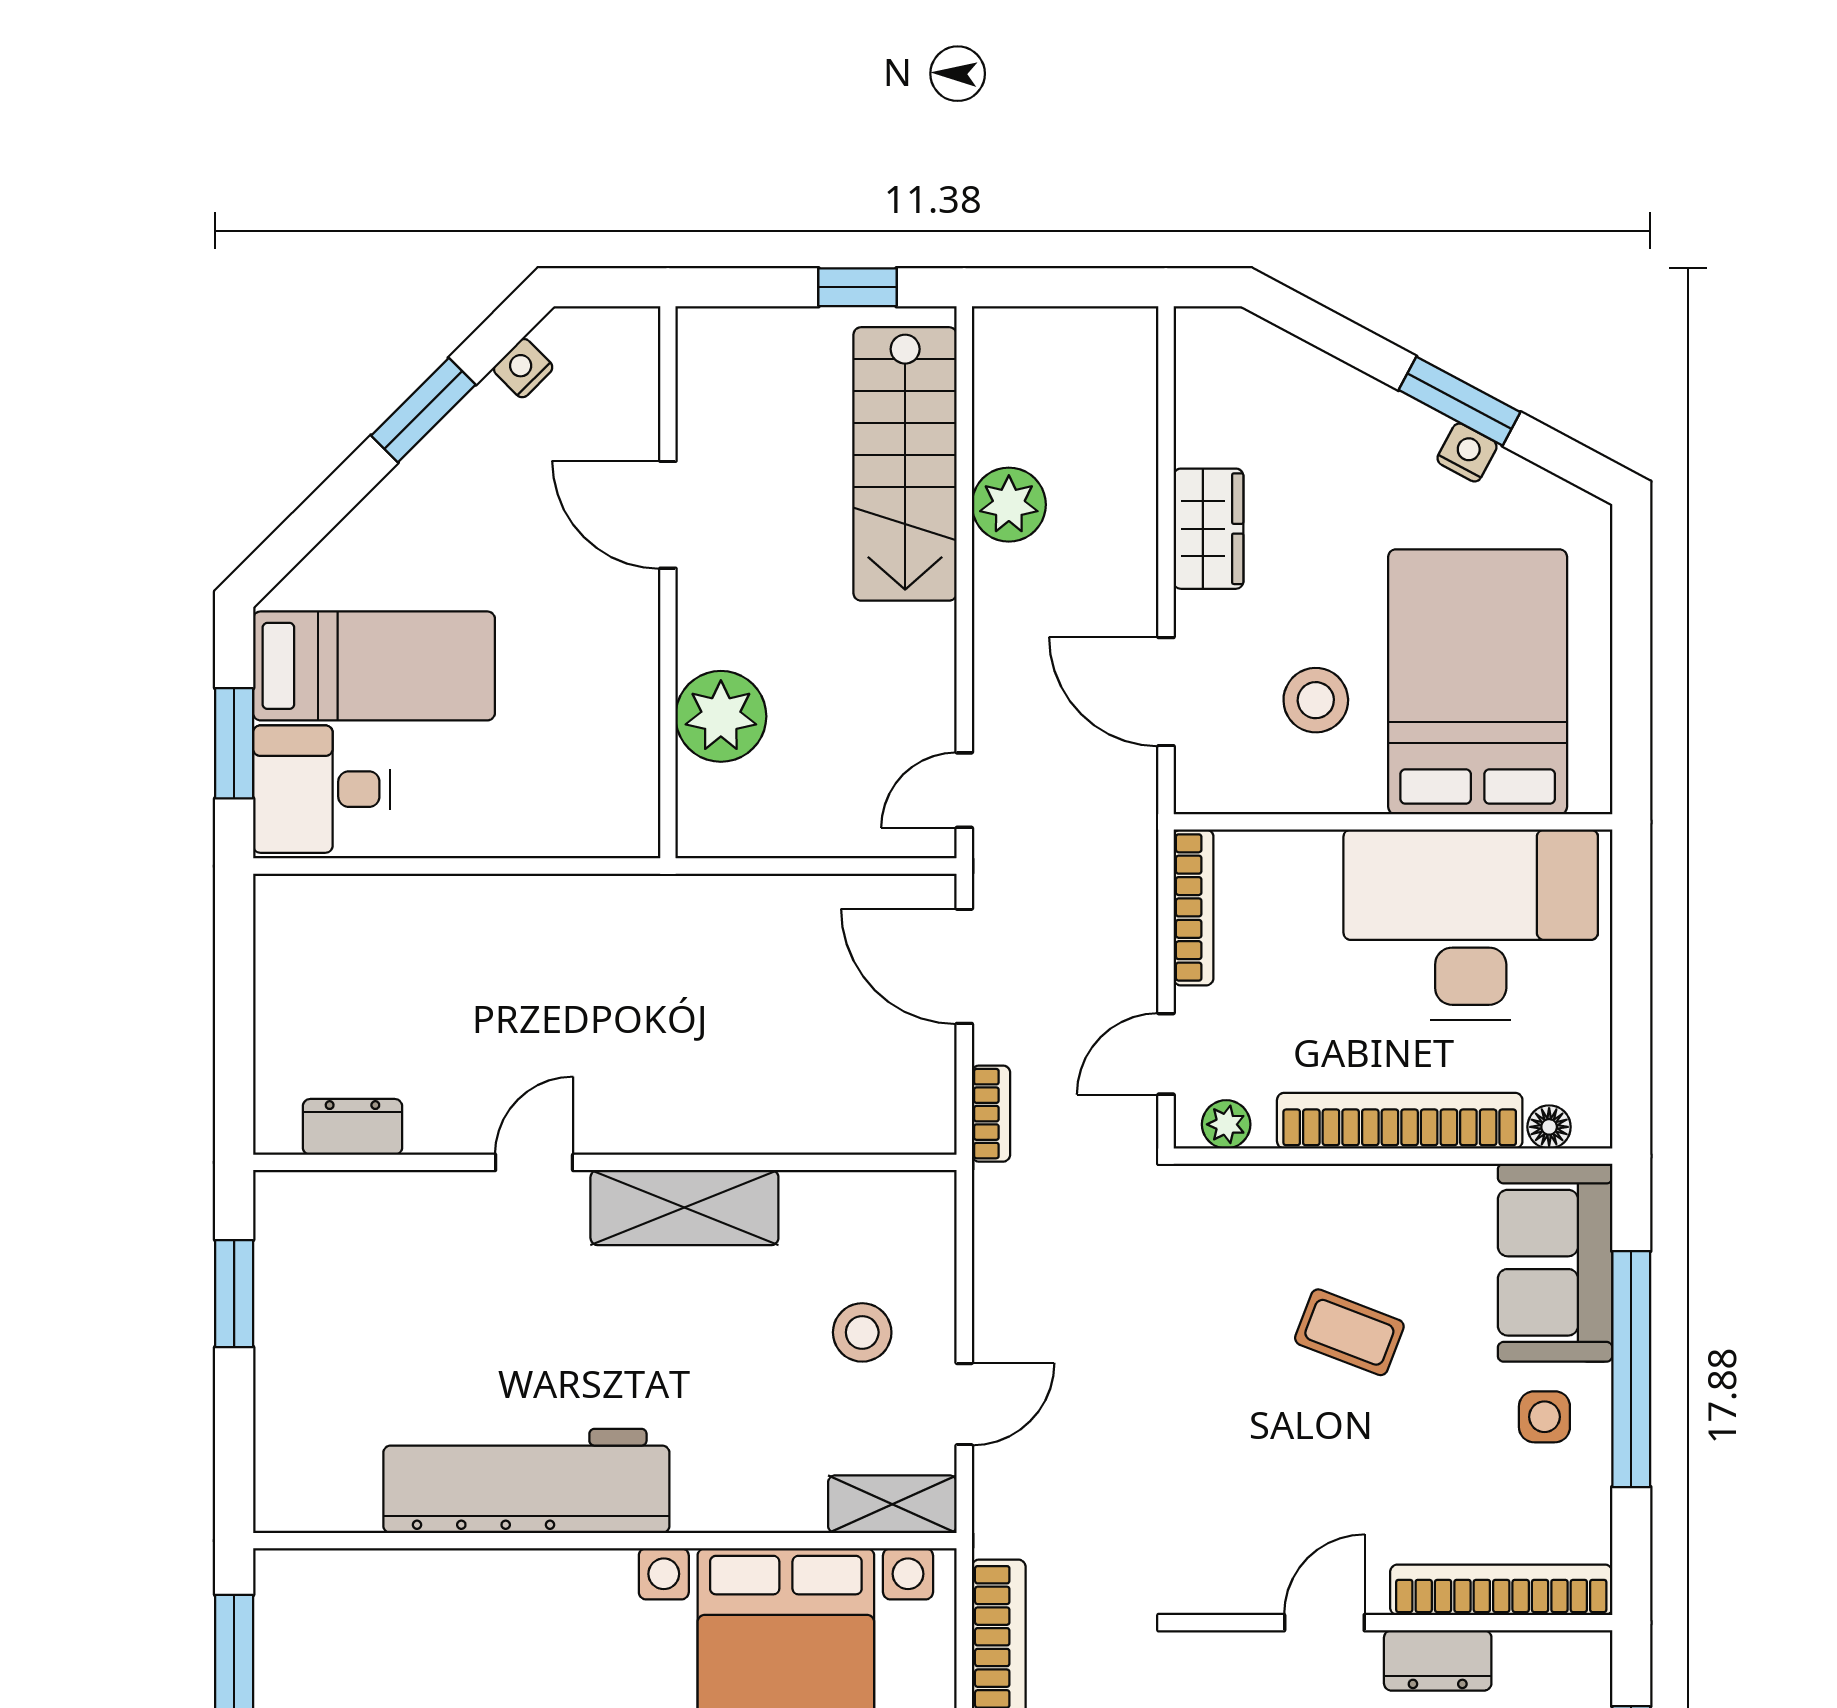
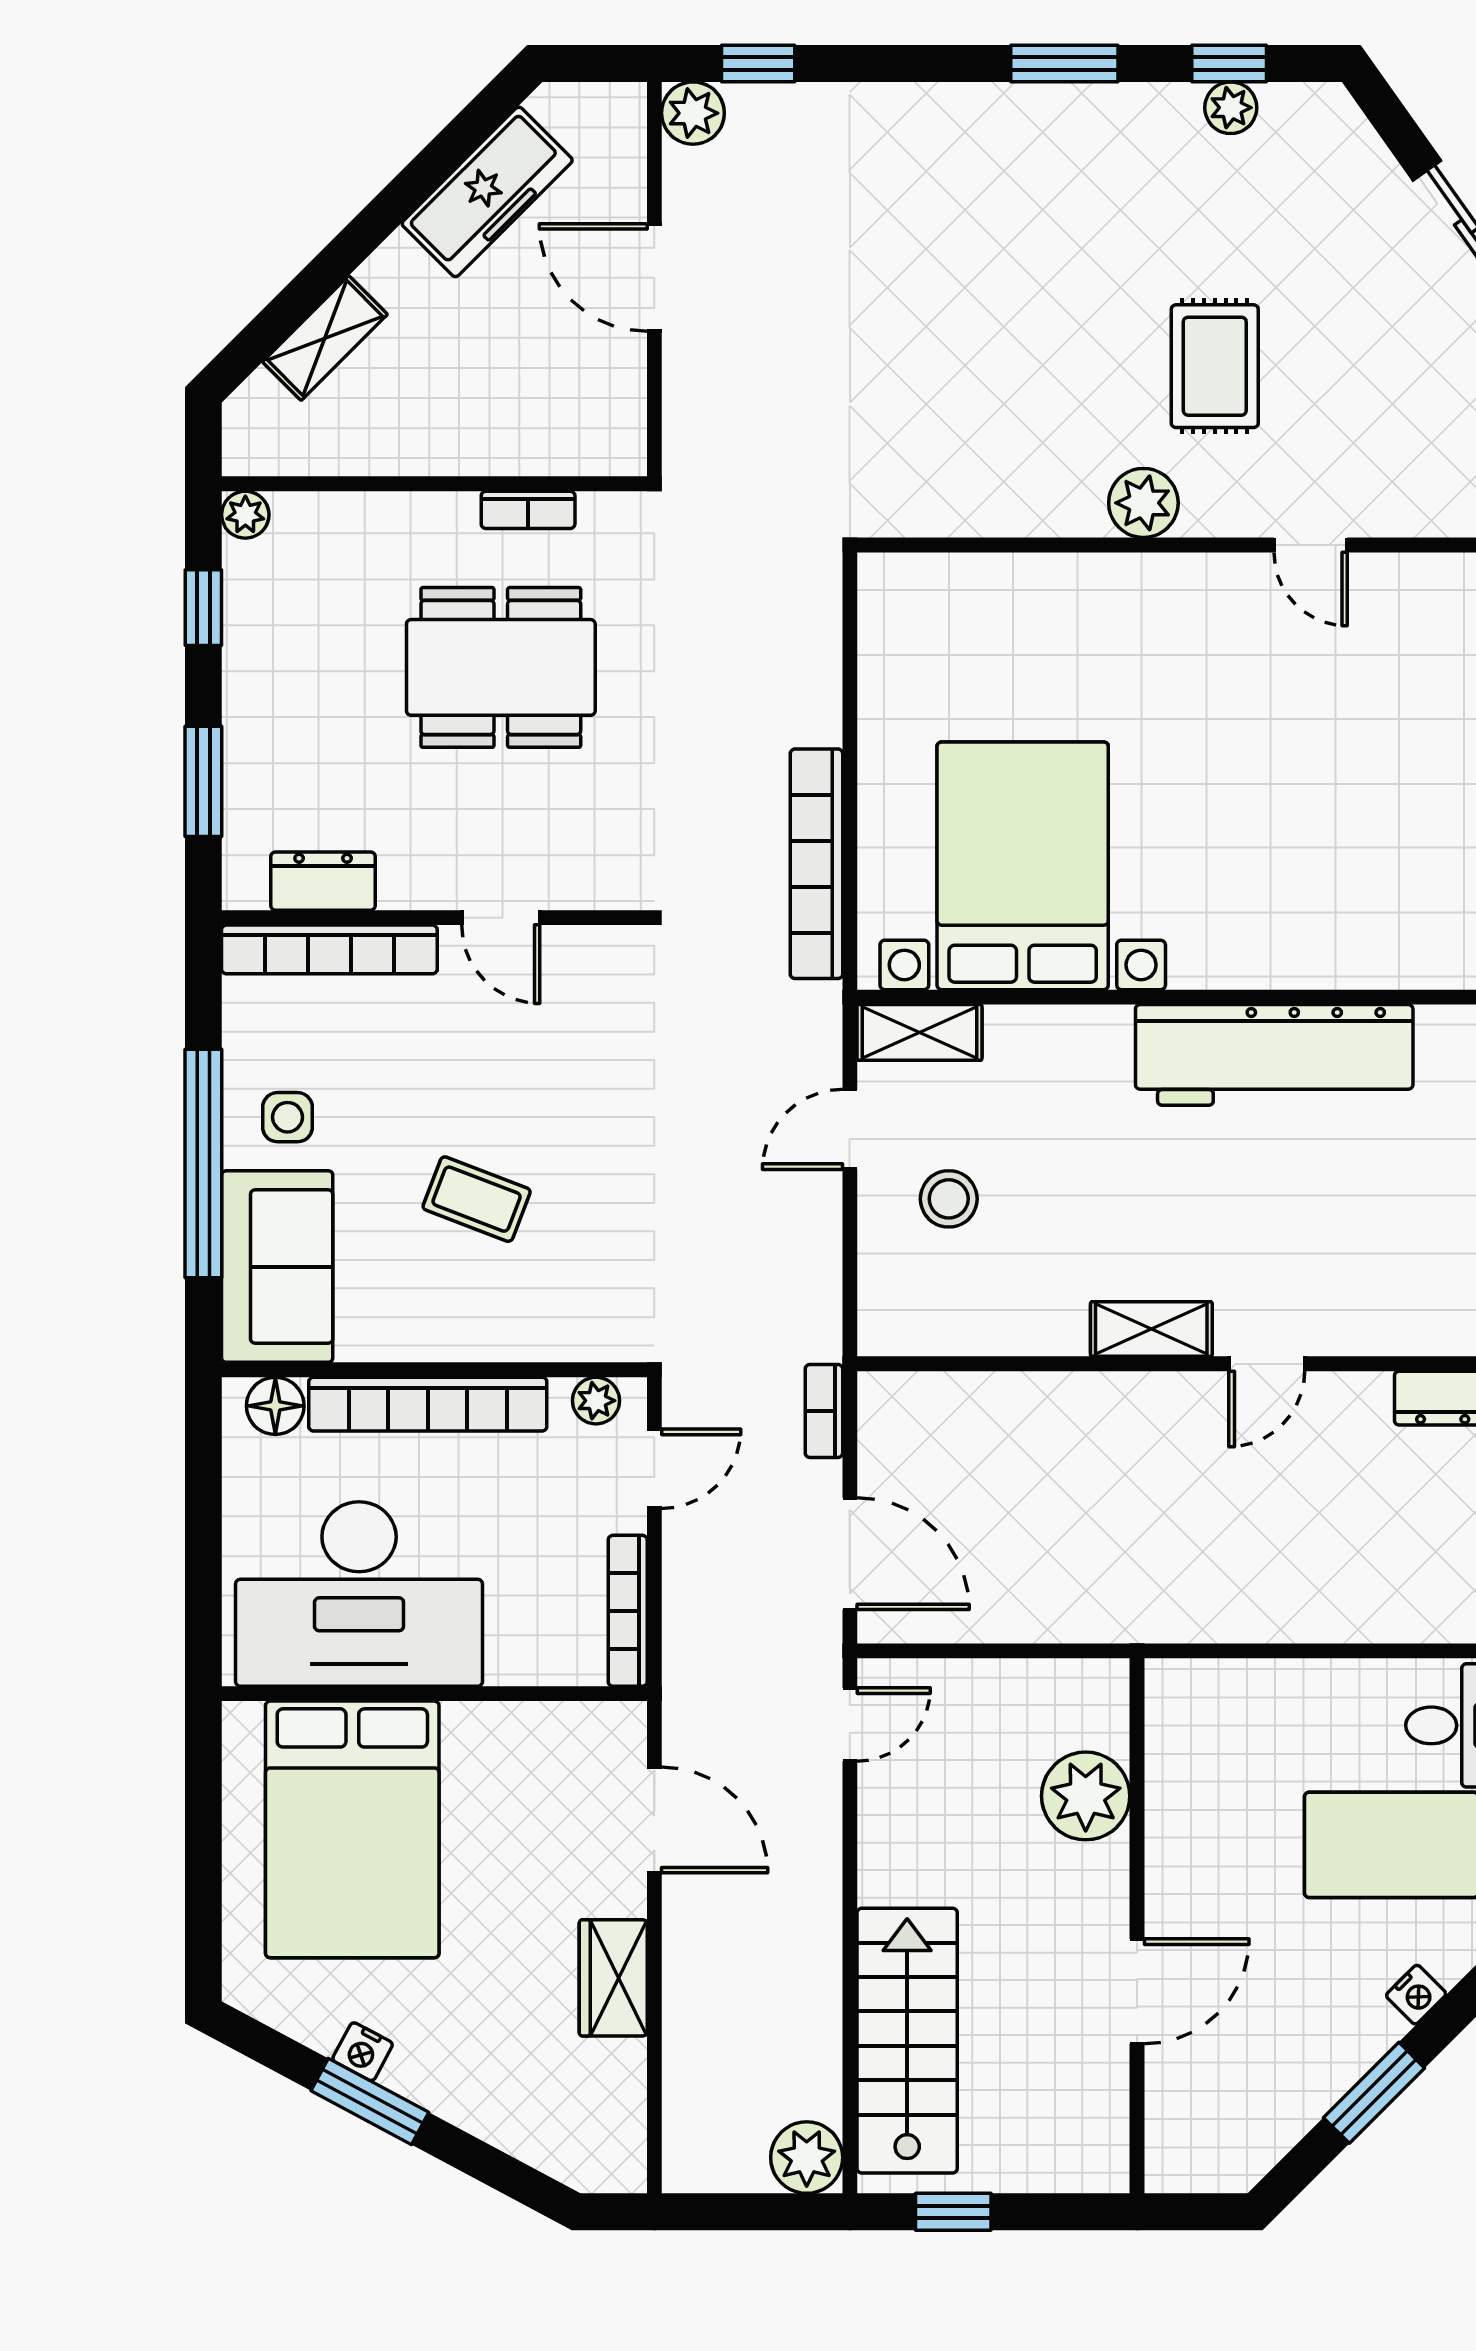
nightstand: (523, 368) -> (1416, 1995), moved
plant: (1009, 505) -> (807, 2158), moved
door: (668, 515) -> (1137, 1991), hinge flipped
stool: (1316, 700) -> (509, 1812), removed
floor lamp: (1549, 1127) -> (275, 1406), width x1.37, depth x1.37
shelving: (684, 1208) -> (1151, 1329), width x0.67, depth x0.75
door: (1324, 1623) -> (501, 918), hinge flipped
dresser: (1438, 1660) -> (323, 881), moved

